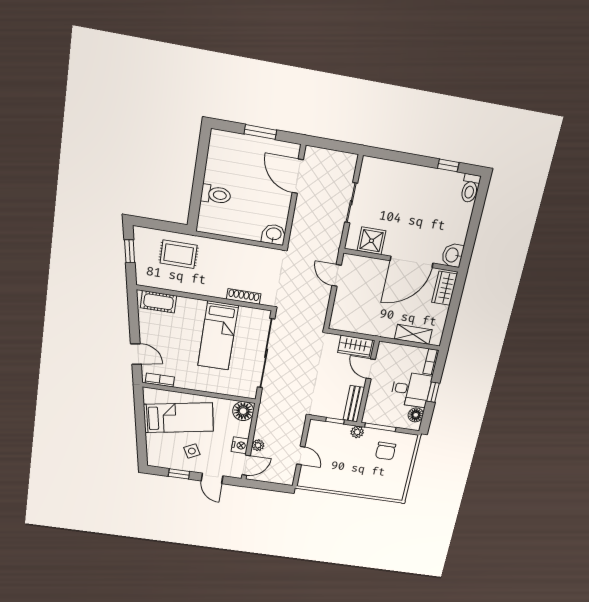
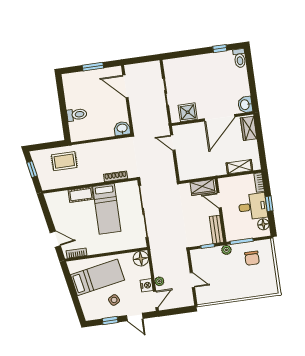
cot: (159, 302) -> (81, 195), moved

